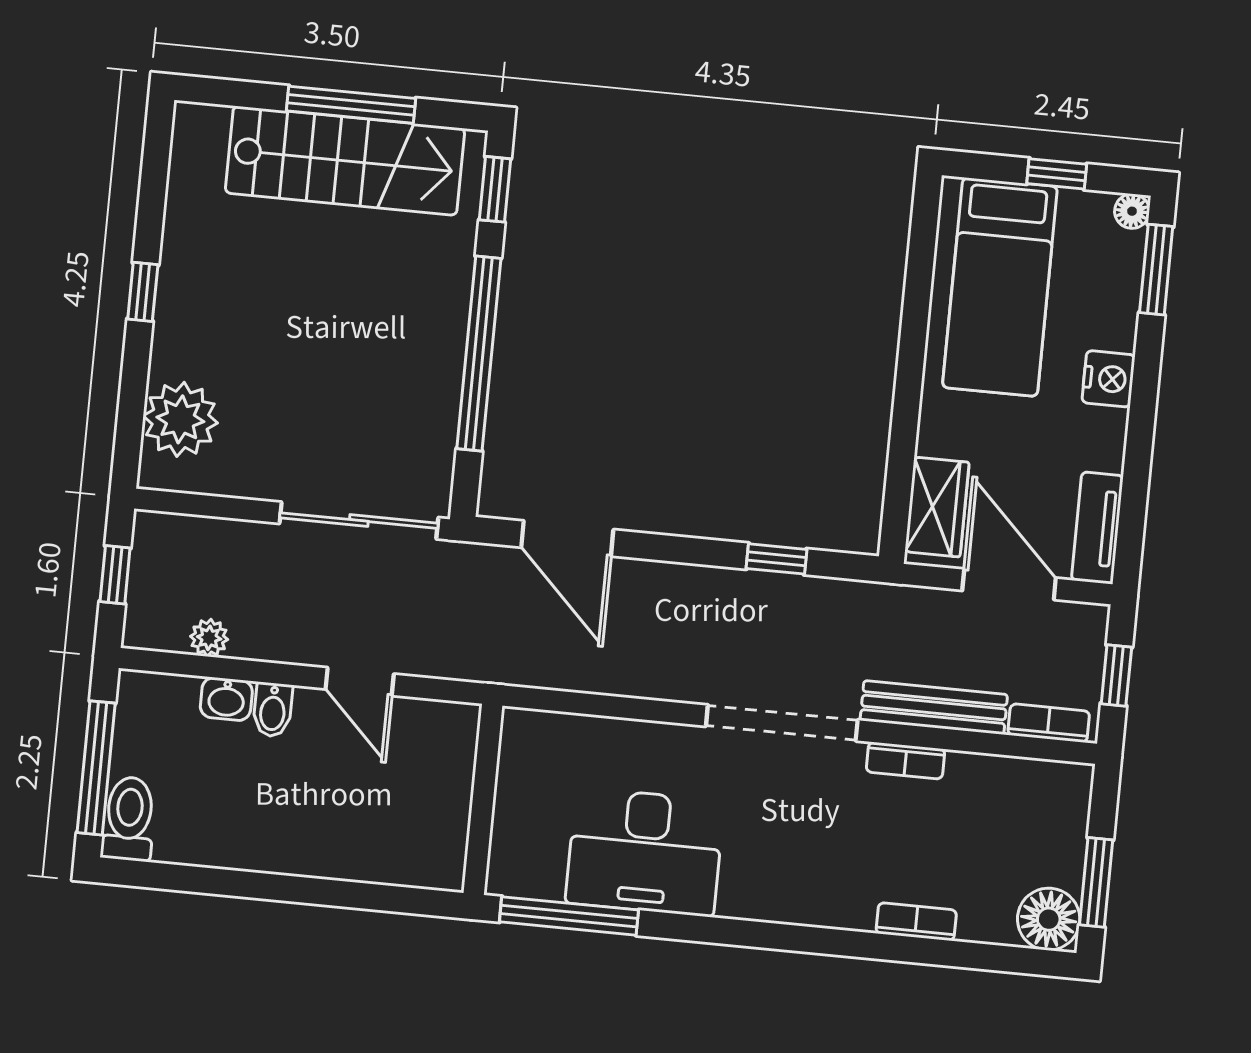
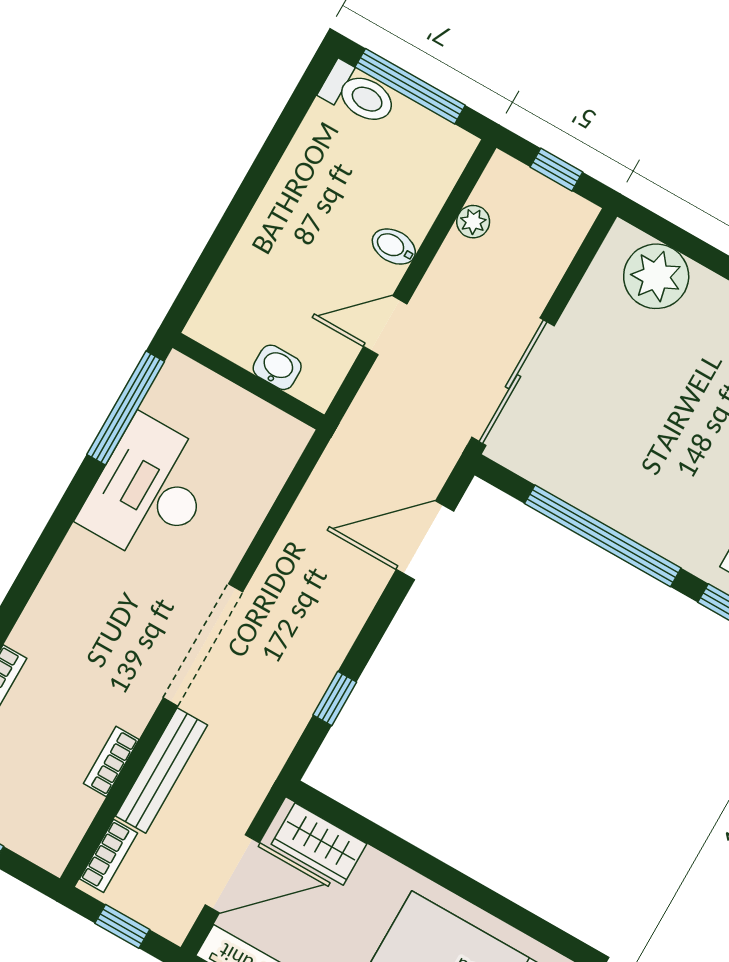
washbasin: (226, 699) -> (277, 367), moved, turned 90
bookcase: (905, 761) -> (111, 762), moved

